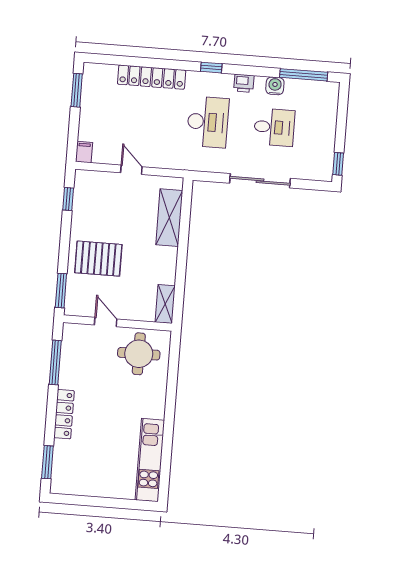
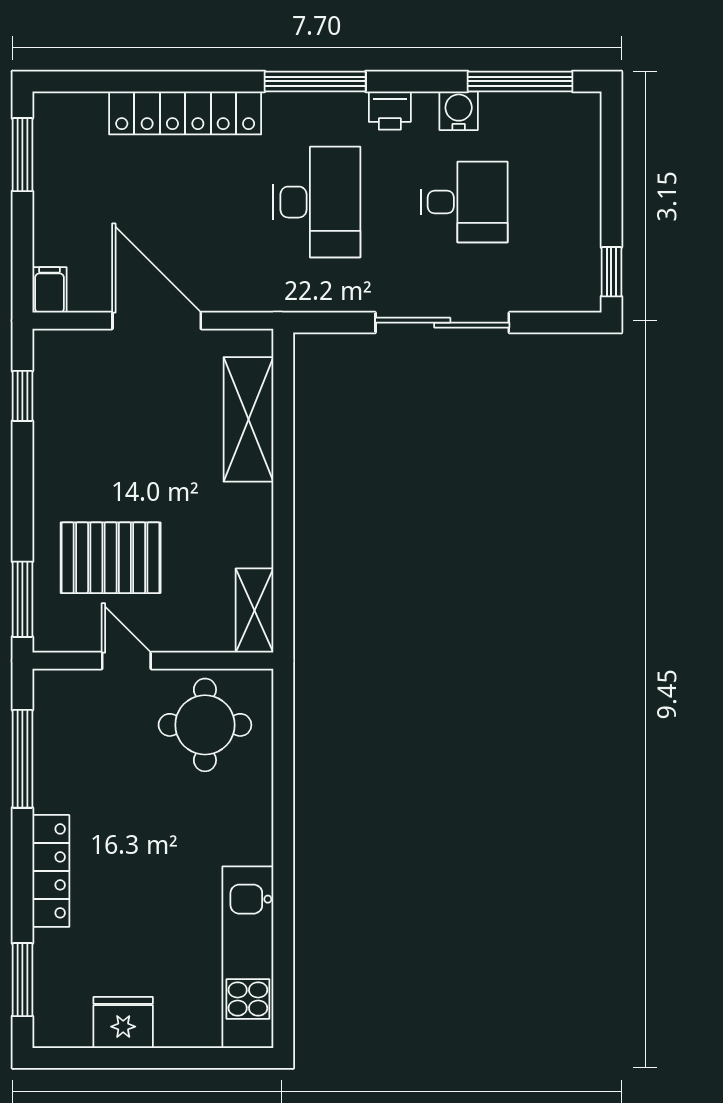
window: (211, 68) -> (315, 81), width x2.17
door: (131, 170) -> (157, 321), width x1.87
pallet: (98, 259) -> (111, 558), moved
fridge: (91, 485) -> (123, 1022), added

